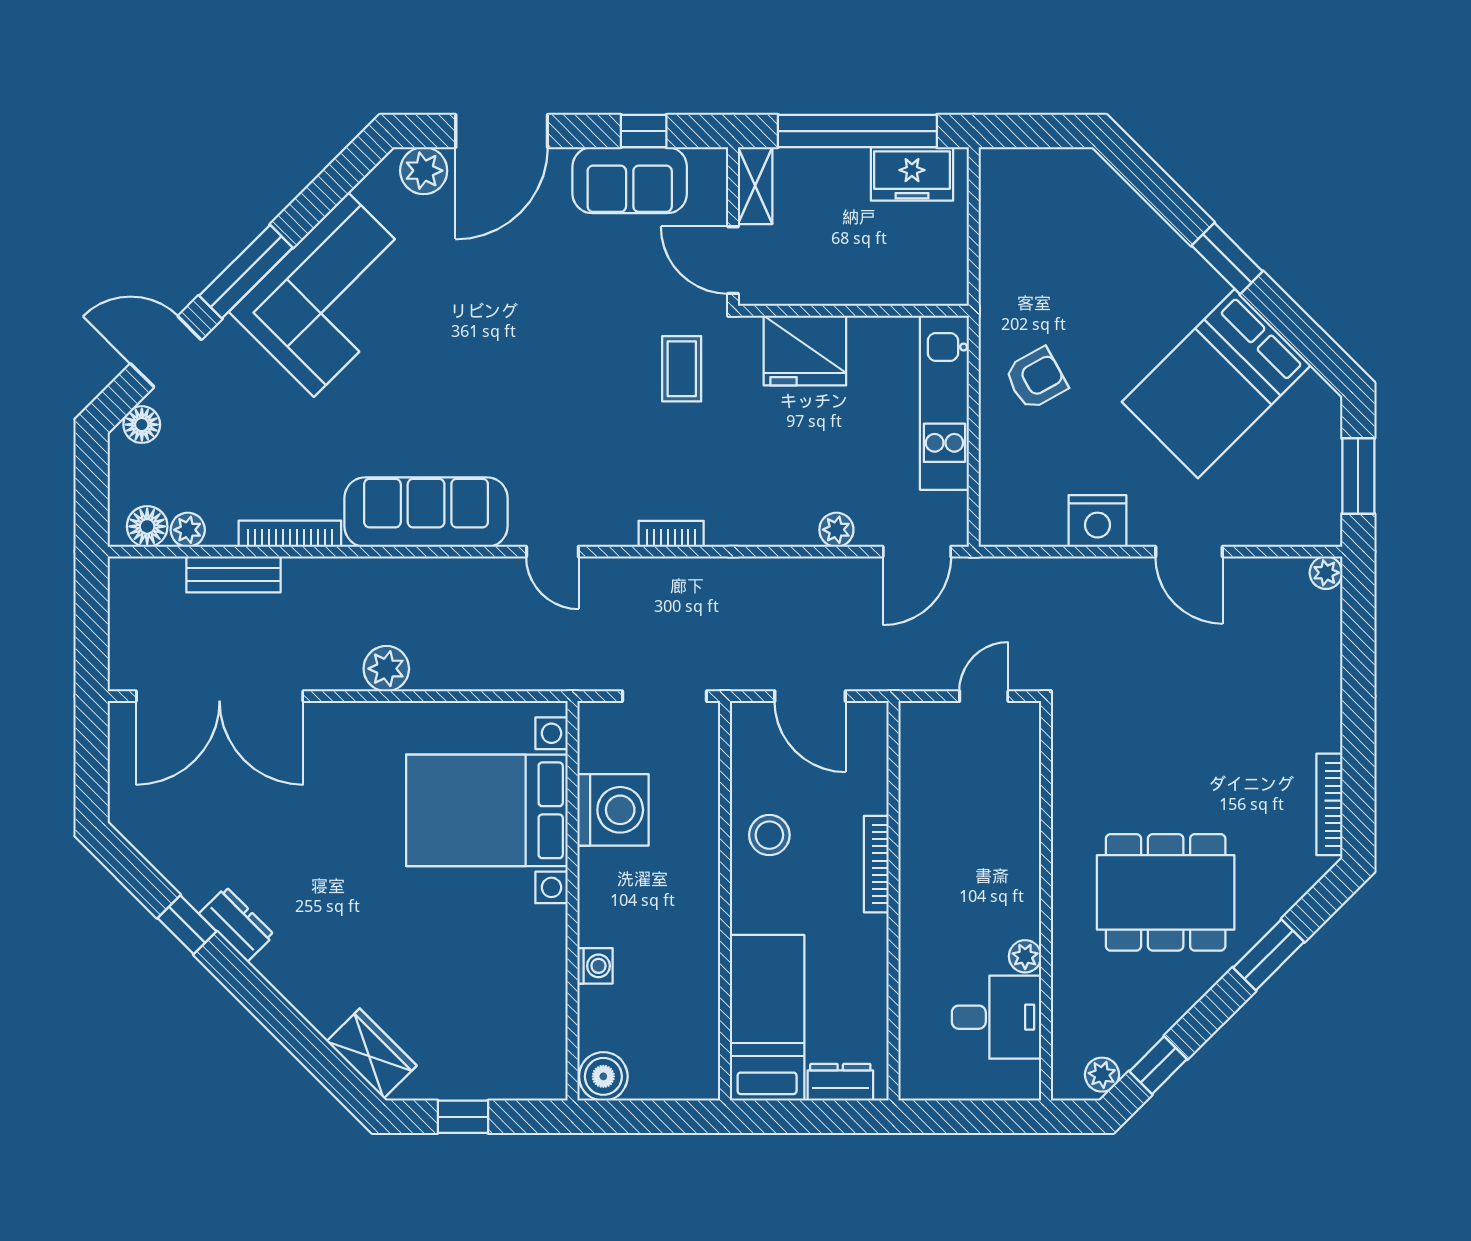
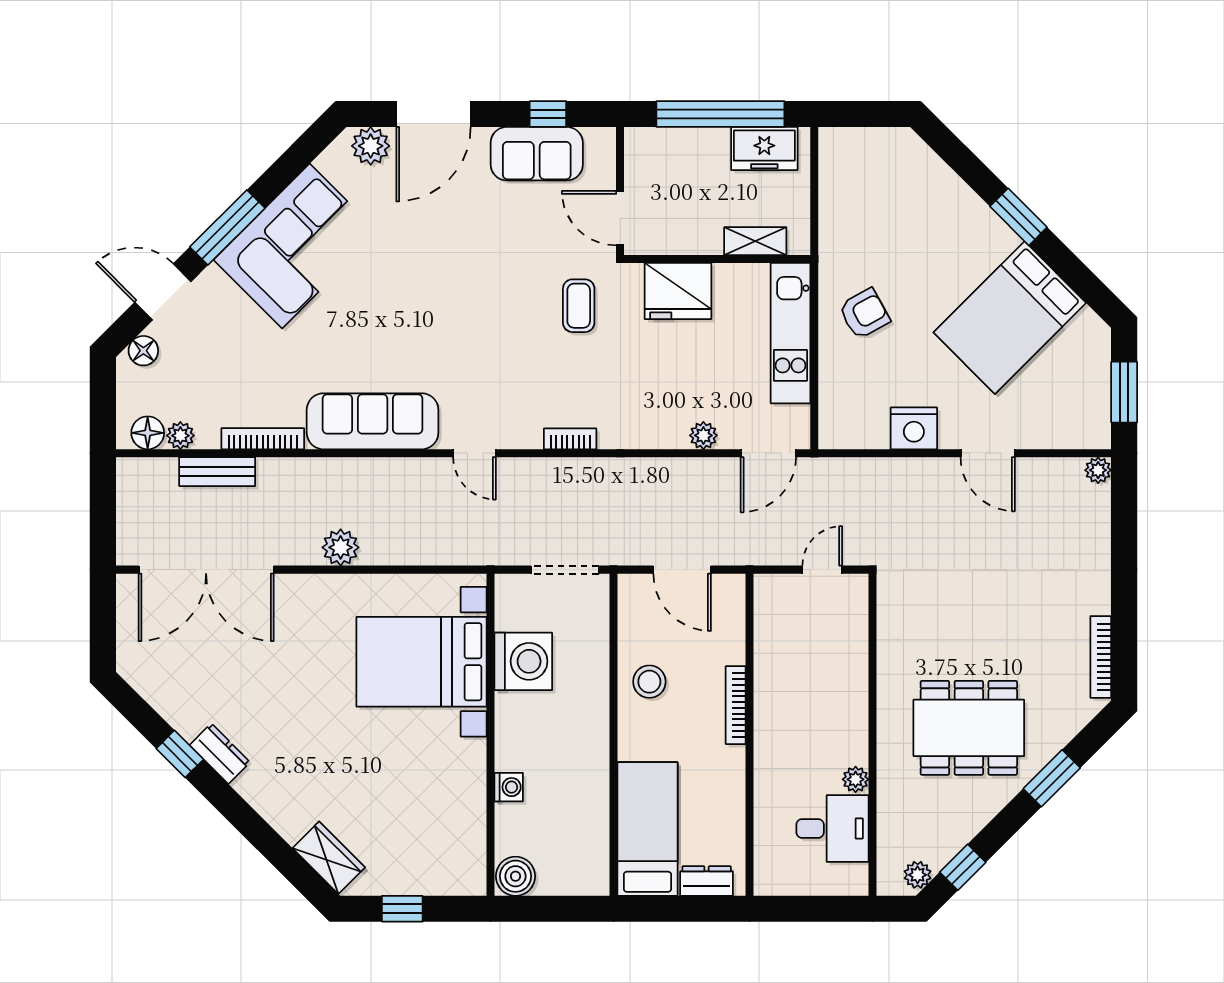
shelving: (755, 186) -> (755, 241), moved, turned 90

